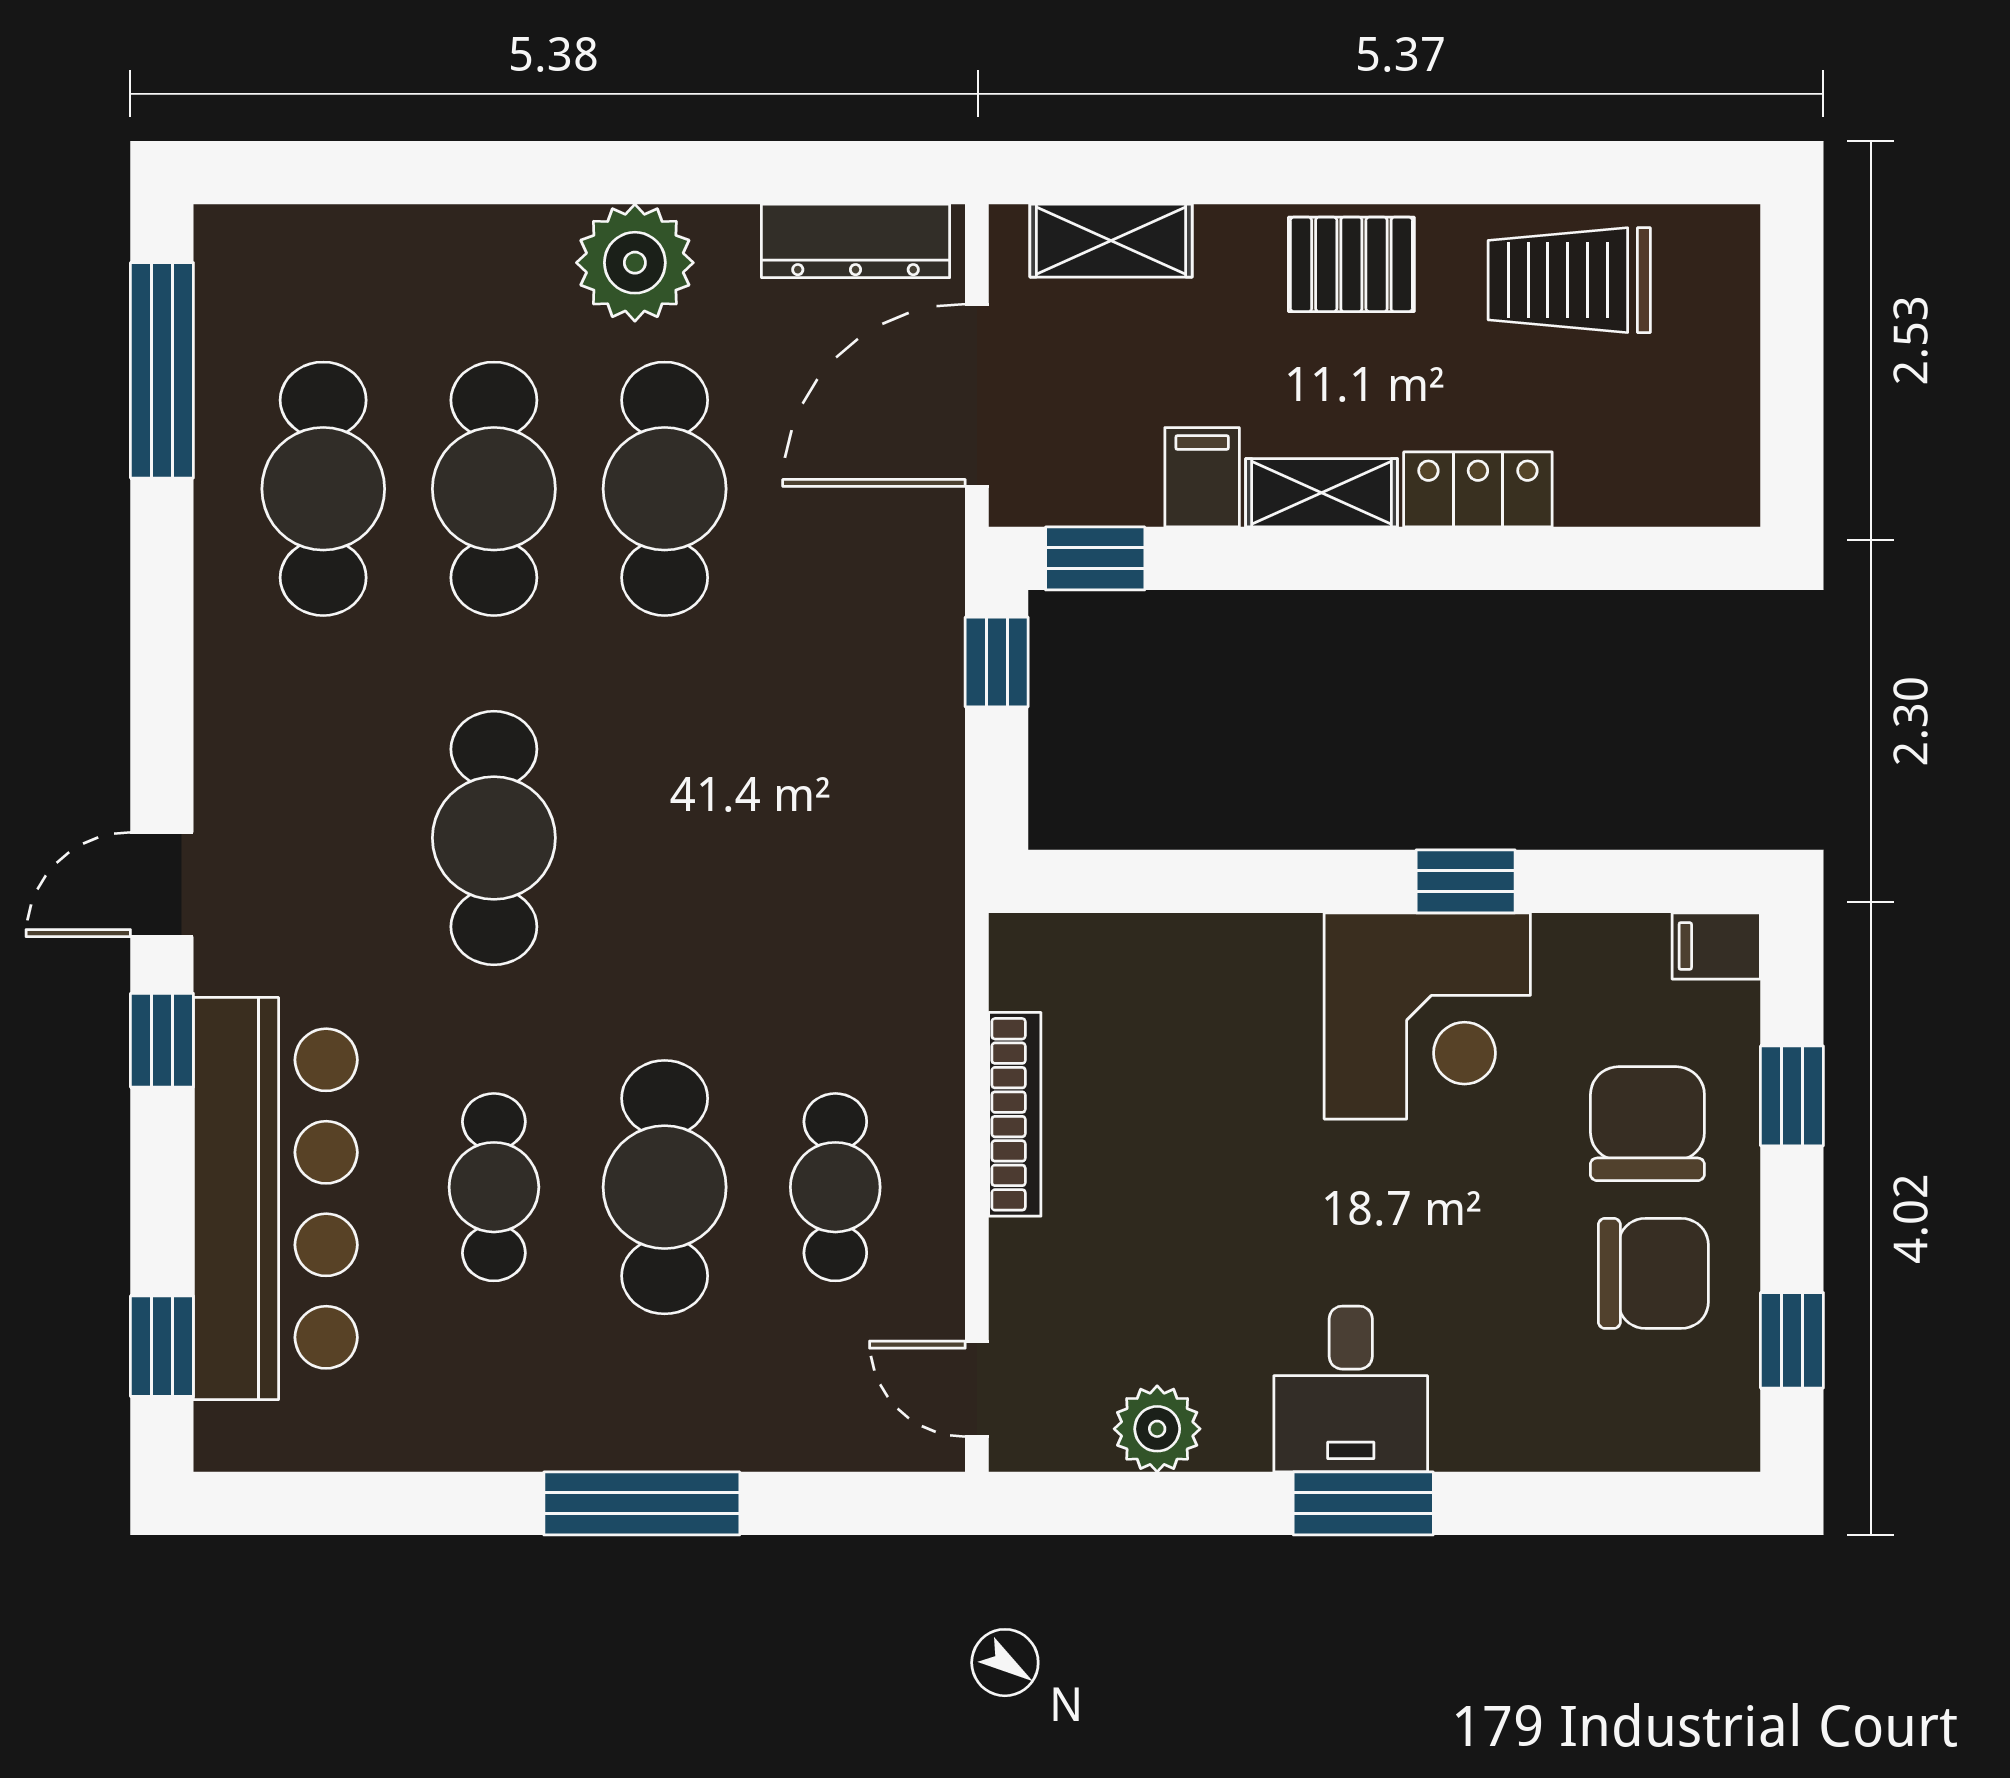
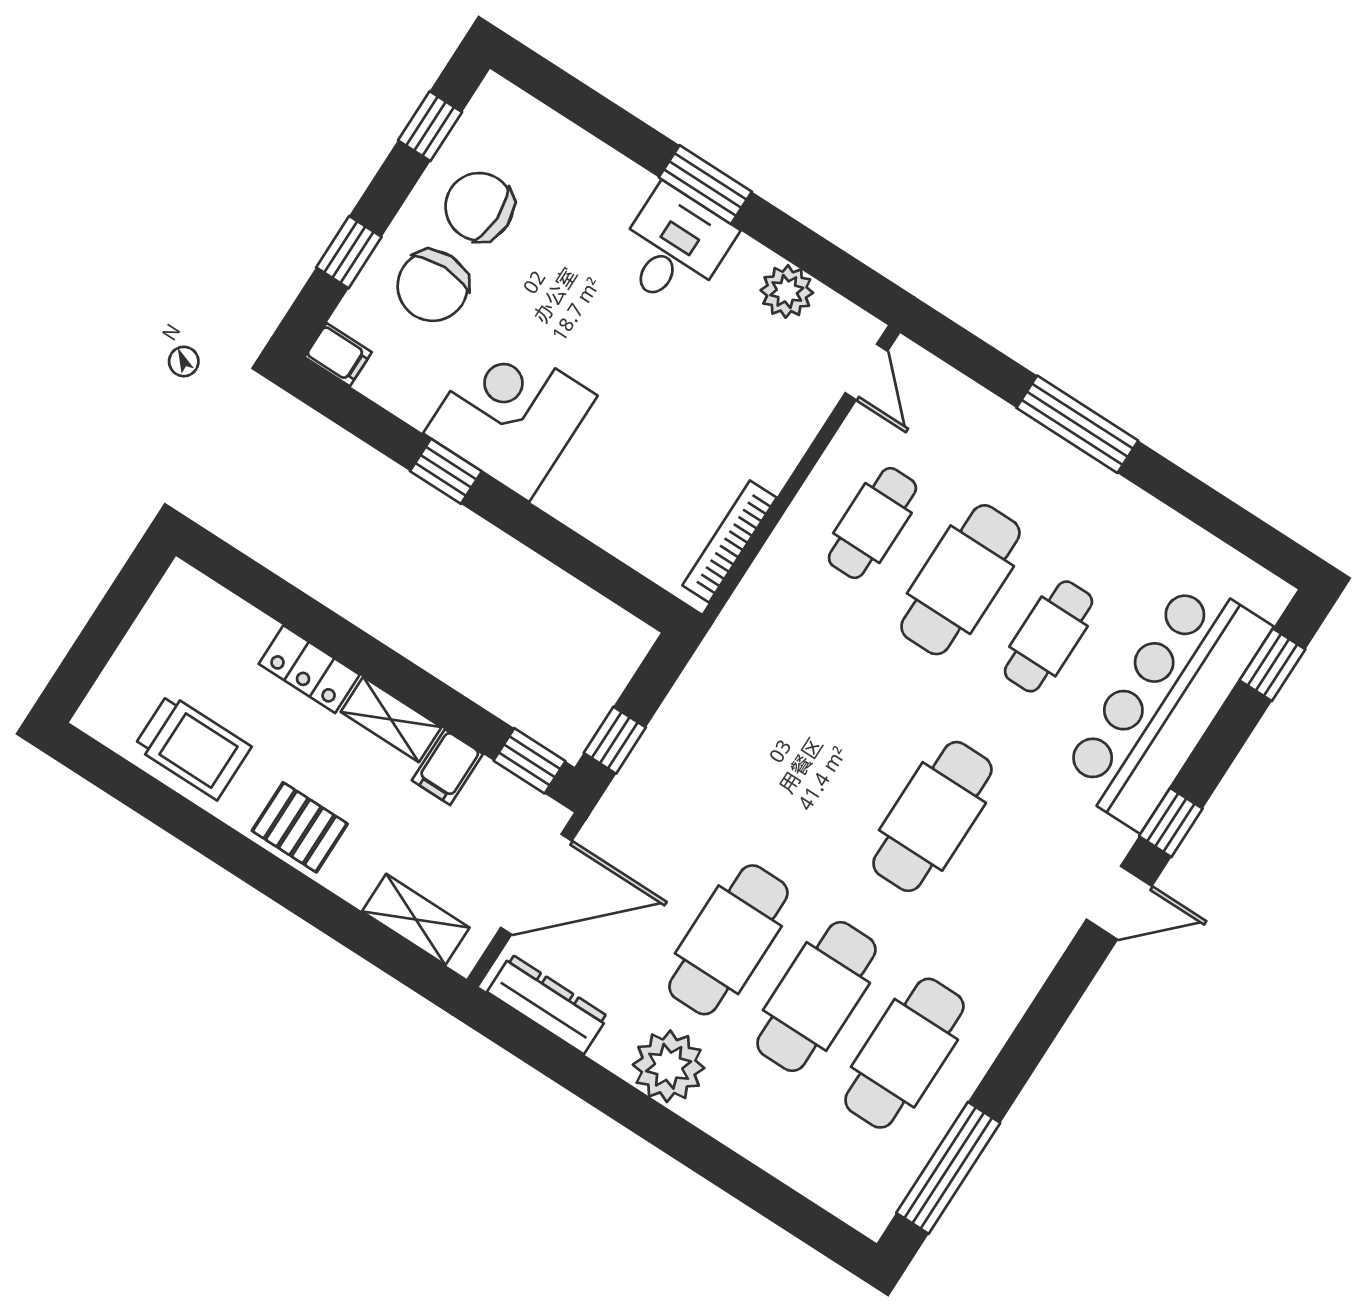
bookcase: (1015, 1114) -> (730, 542), moved

